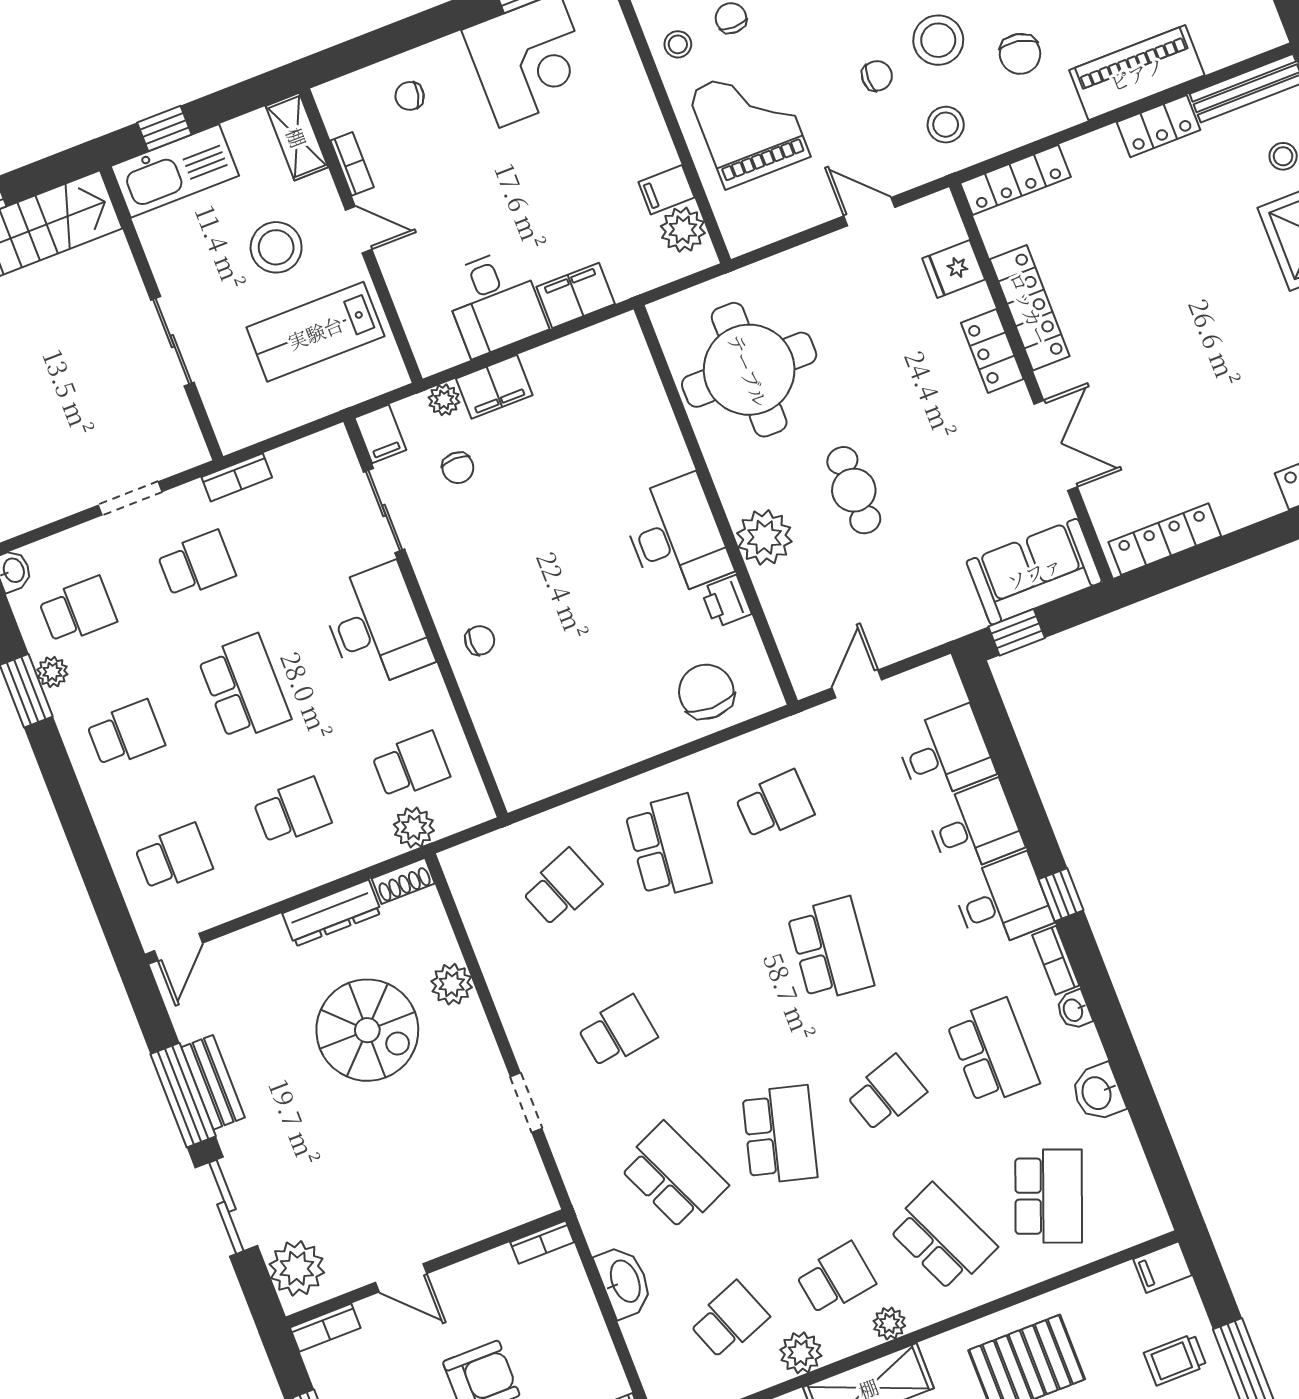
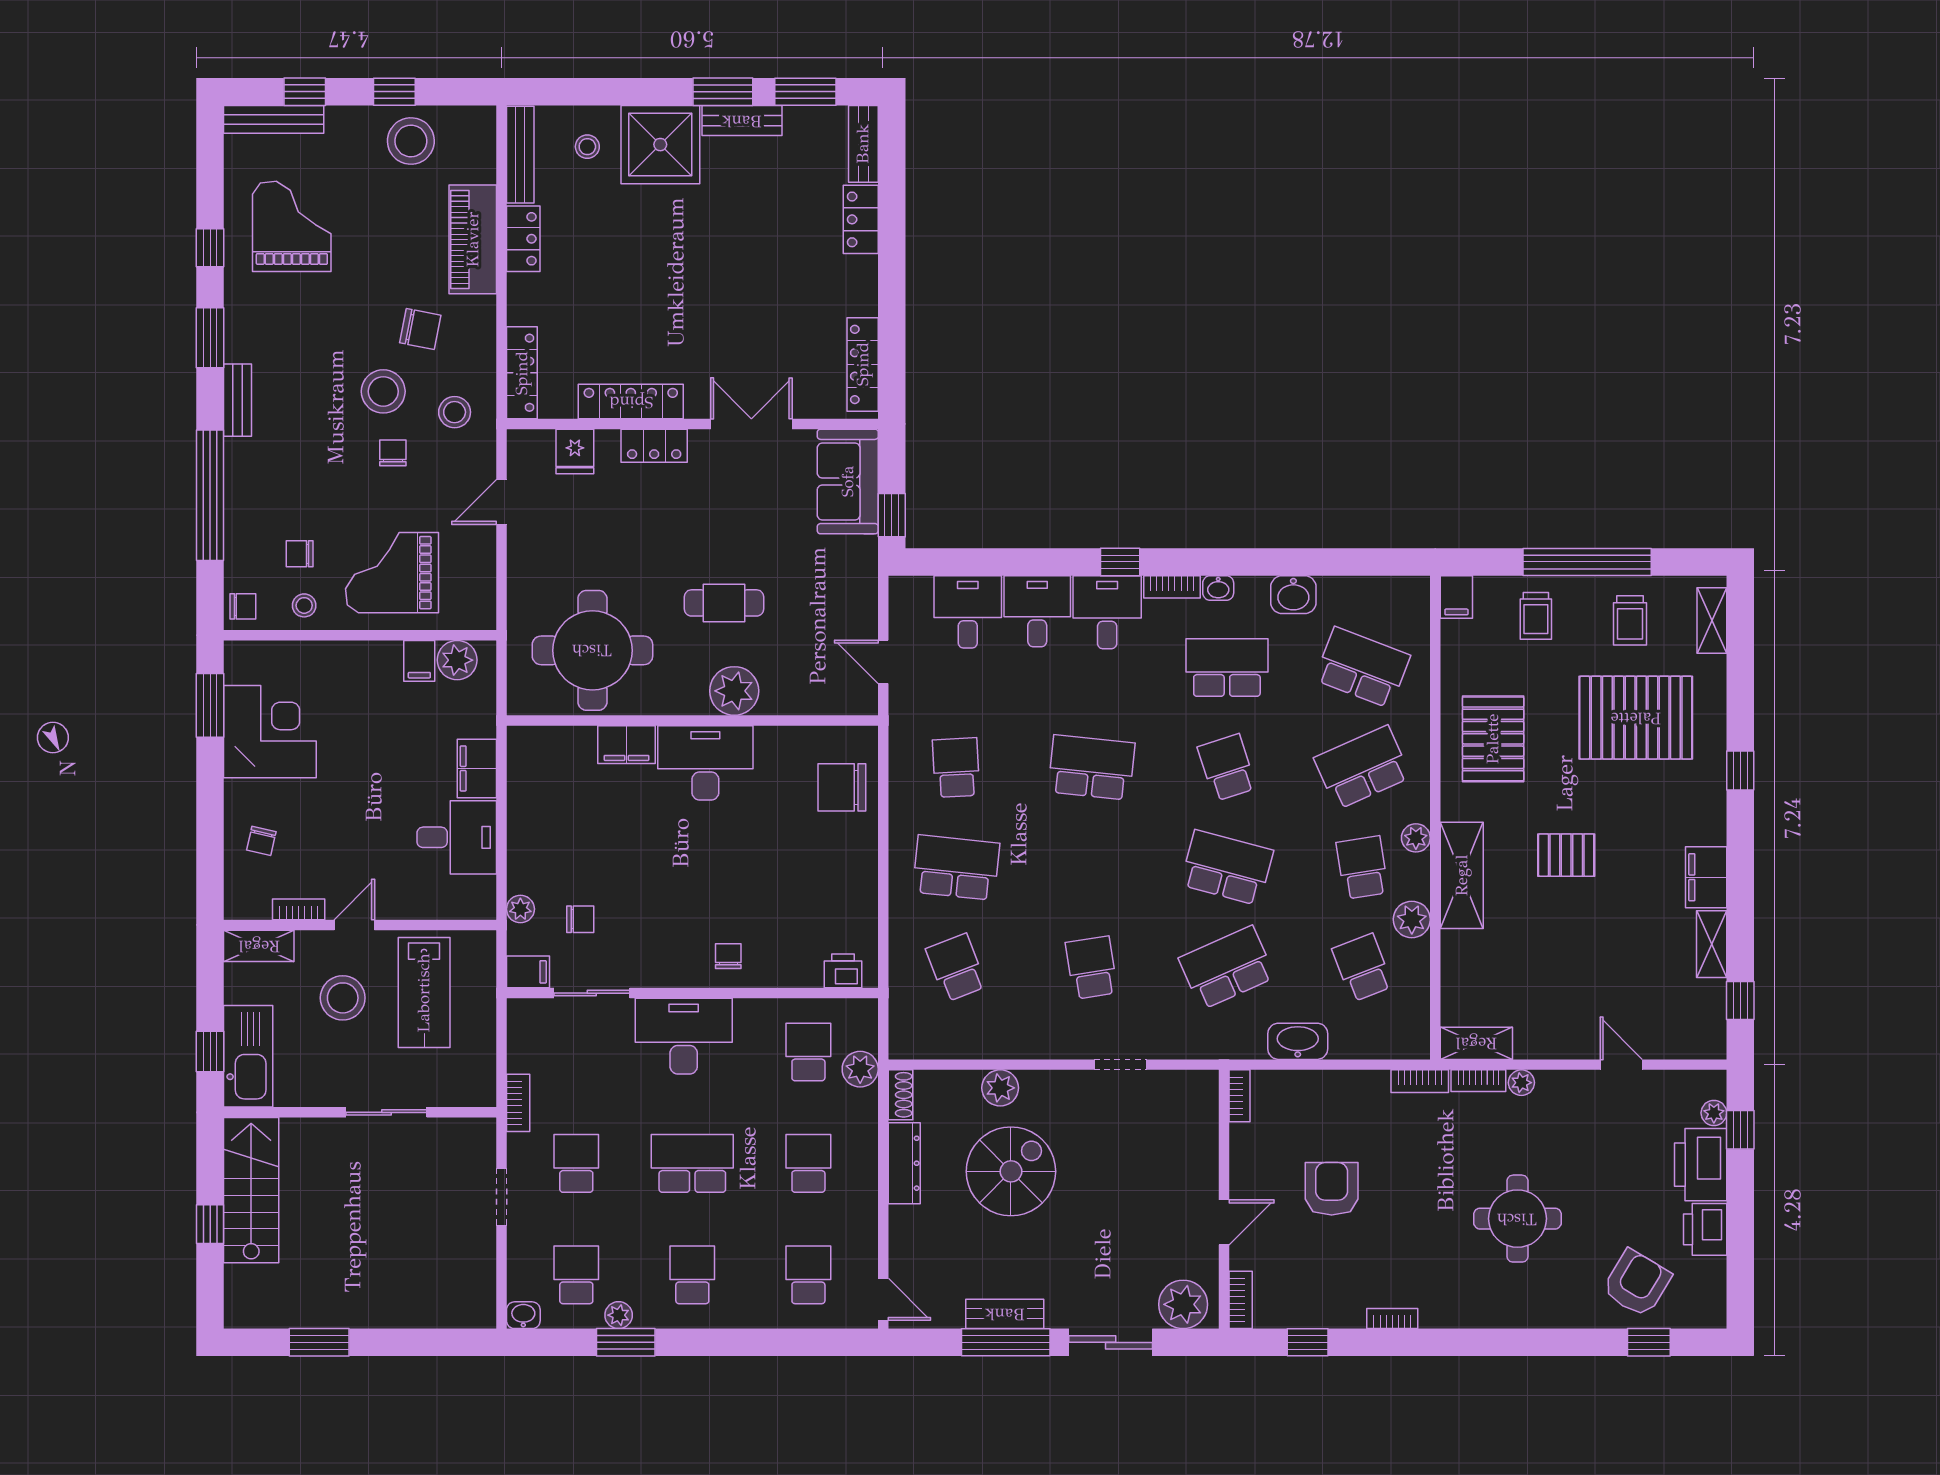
filing cabinet: (494, 387) -> (627, 745), moved, turned 90
printer: (726, 601) -> (843, 971), moved, turned 180

